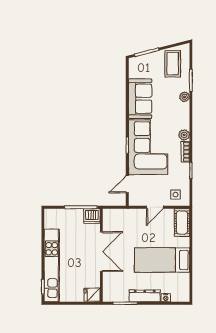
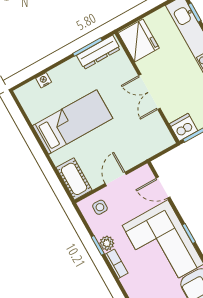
plant: (184, 135) -> (107, 243), moved
door: (127, 184) -> (163, 188), swing flipped
double door: (101, 252) -> (149, 92), width x0.73
fridge: (92, 295) -> (139, 41), width x1.88, depth x1.34
dresser: (145, 296) -> (98, 52), moved

